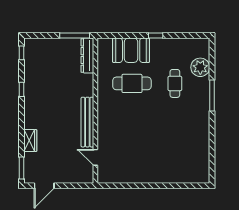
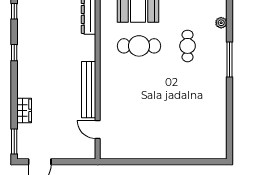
plant: (200, 67) -> (221, 23), width x0.53, depth x0.53

